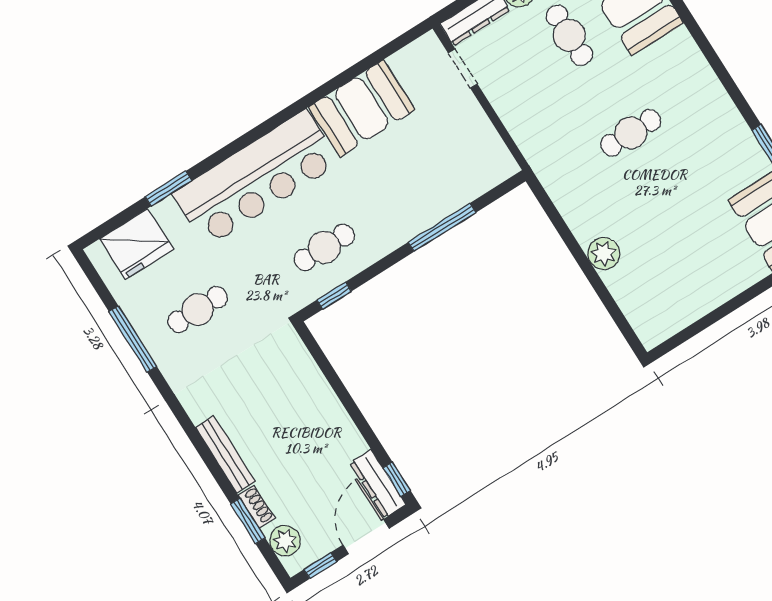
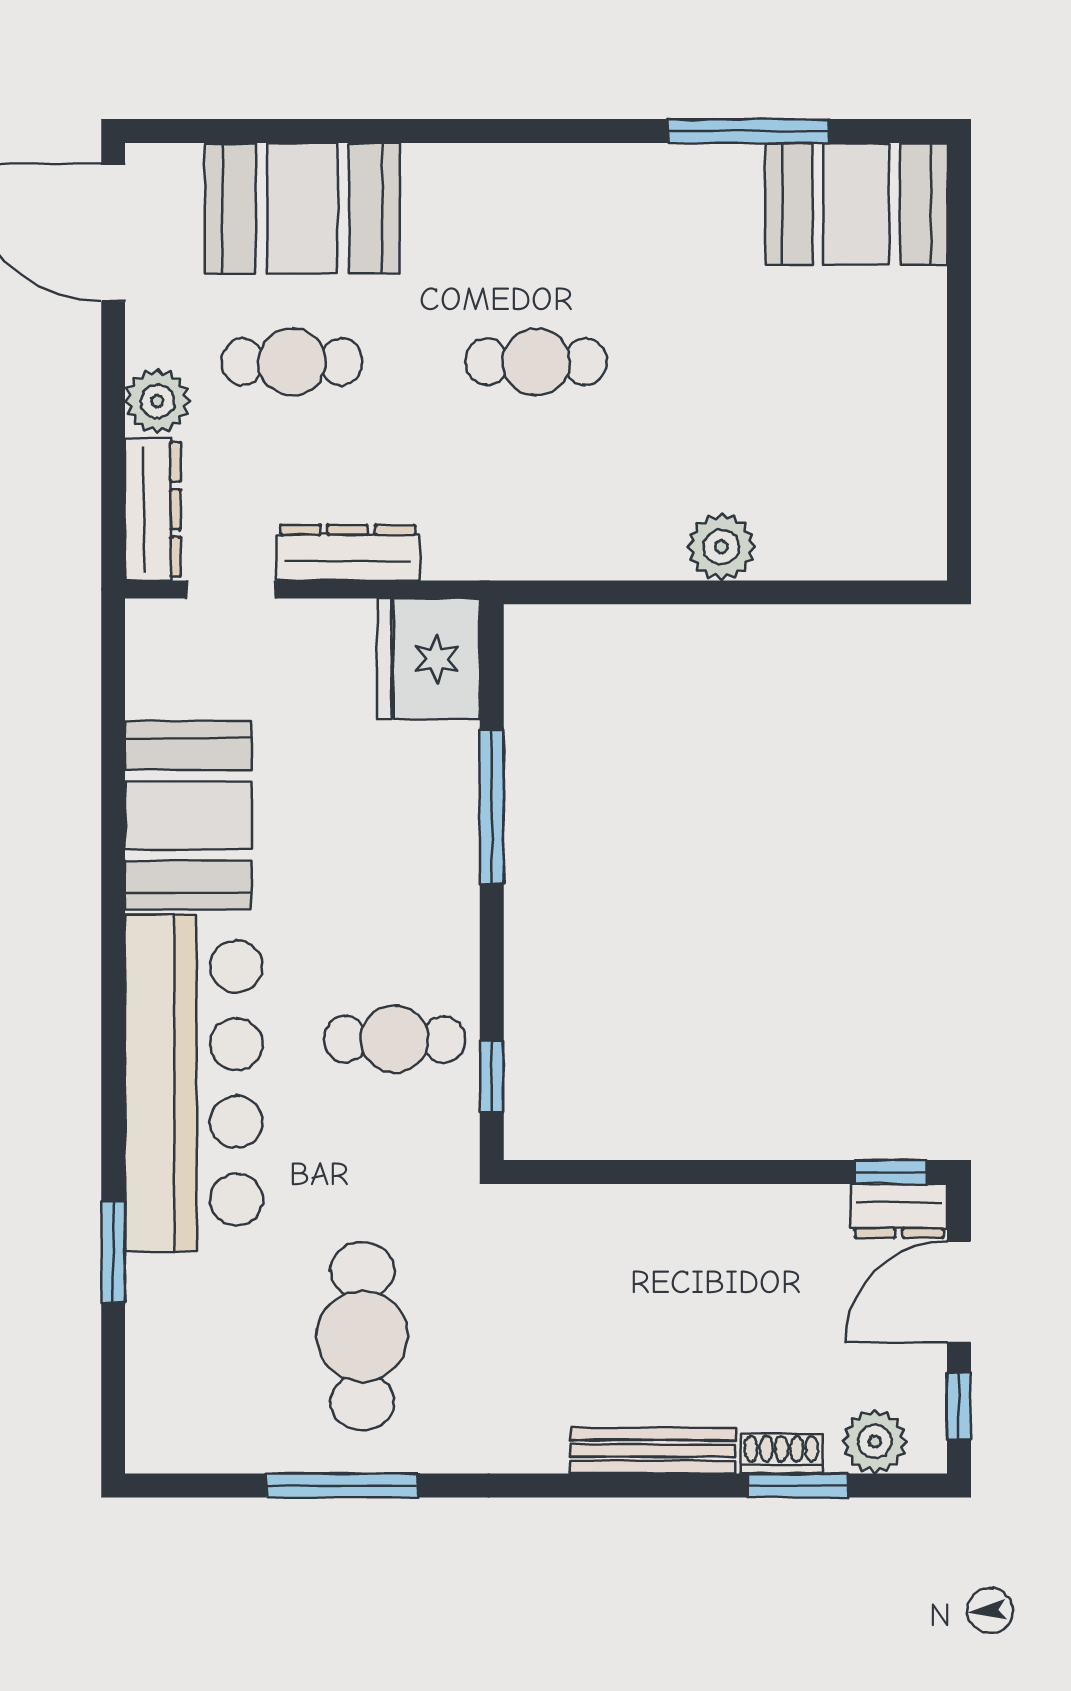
dresser: (507, 106) -> (348, 553), added
cafe table: (631, 133) -> (536, 362), turned 90
fridge: (136, 244) -> (429, 659), moved, turned 180
cafe table: (324, 247) -> (394, 1039), turned 90
cafe table: (198, 309) -> (362, 1336), width x1.37, depth x1.35
dresser: (378, 484) -> (899, 1211), width x0.70
door: (366, 537) -> (959, 1292), hinge flipped

